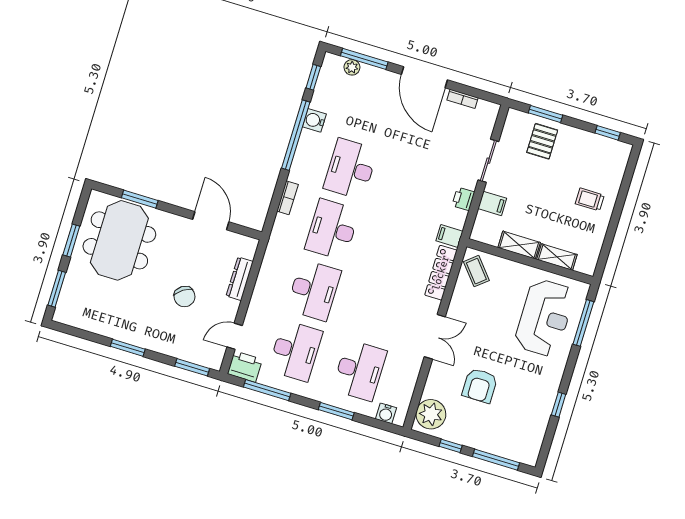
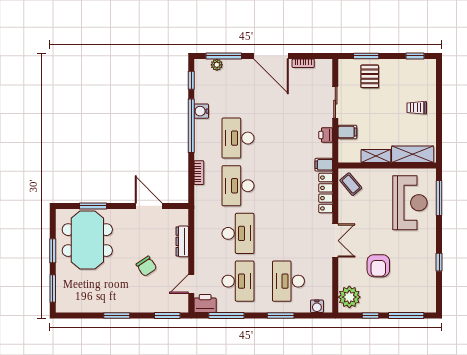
shelving: (557, 257) -> (413, 154), width x1.50, depth x1.33
desk: (360, 370) -> (288, 281), turned 180

